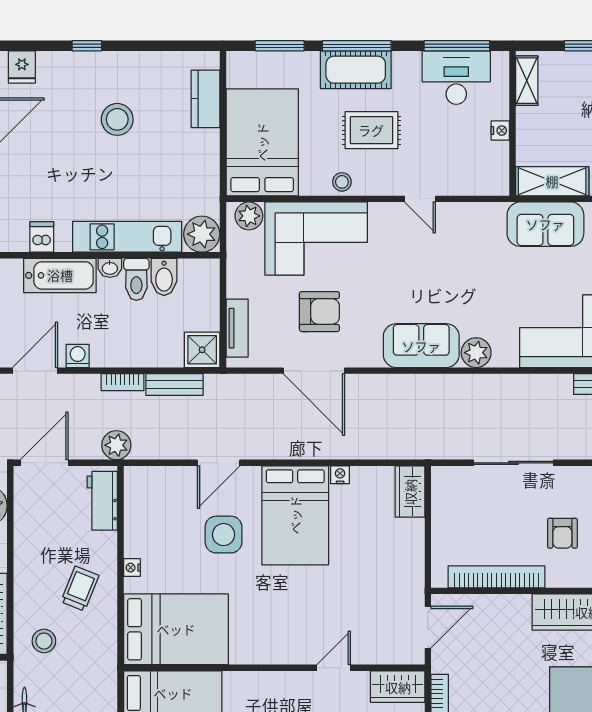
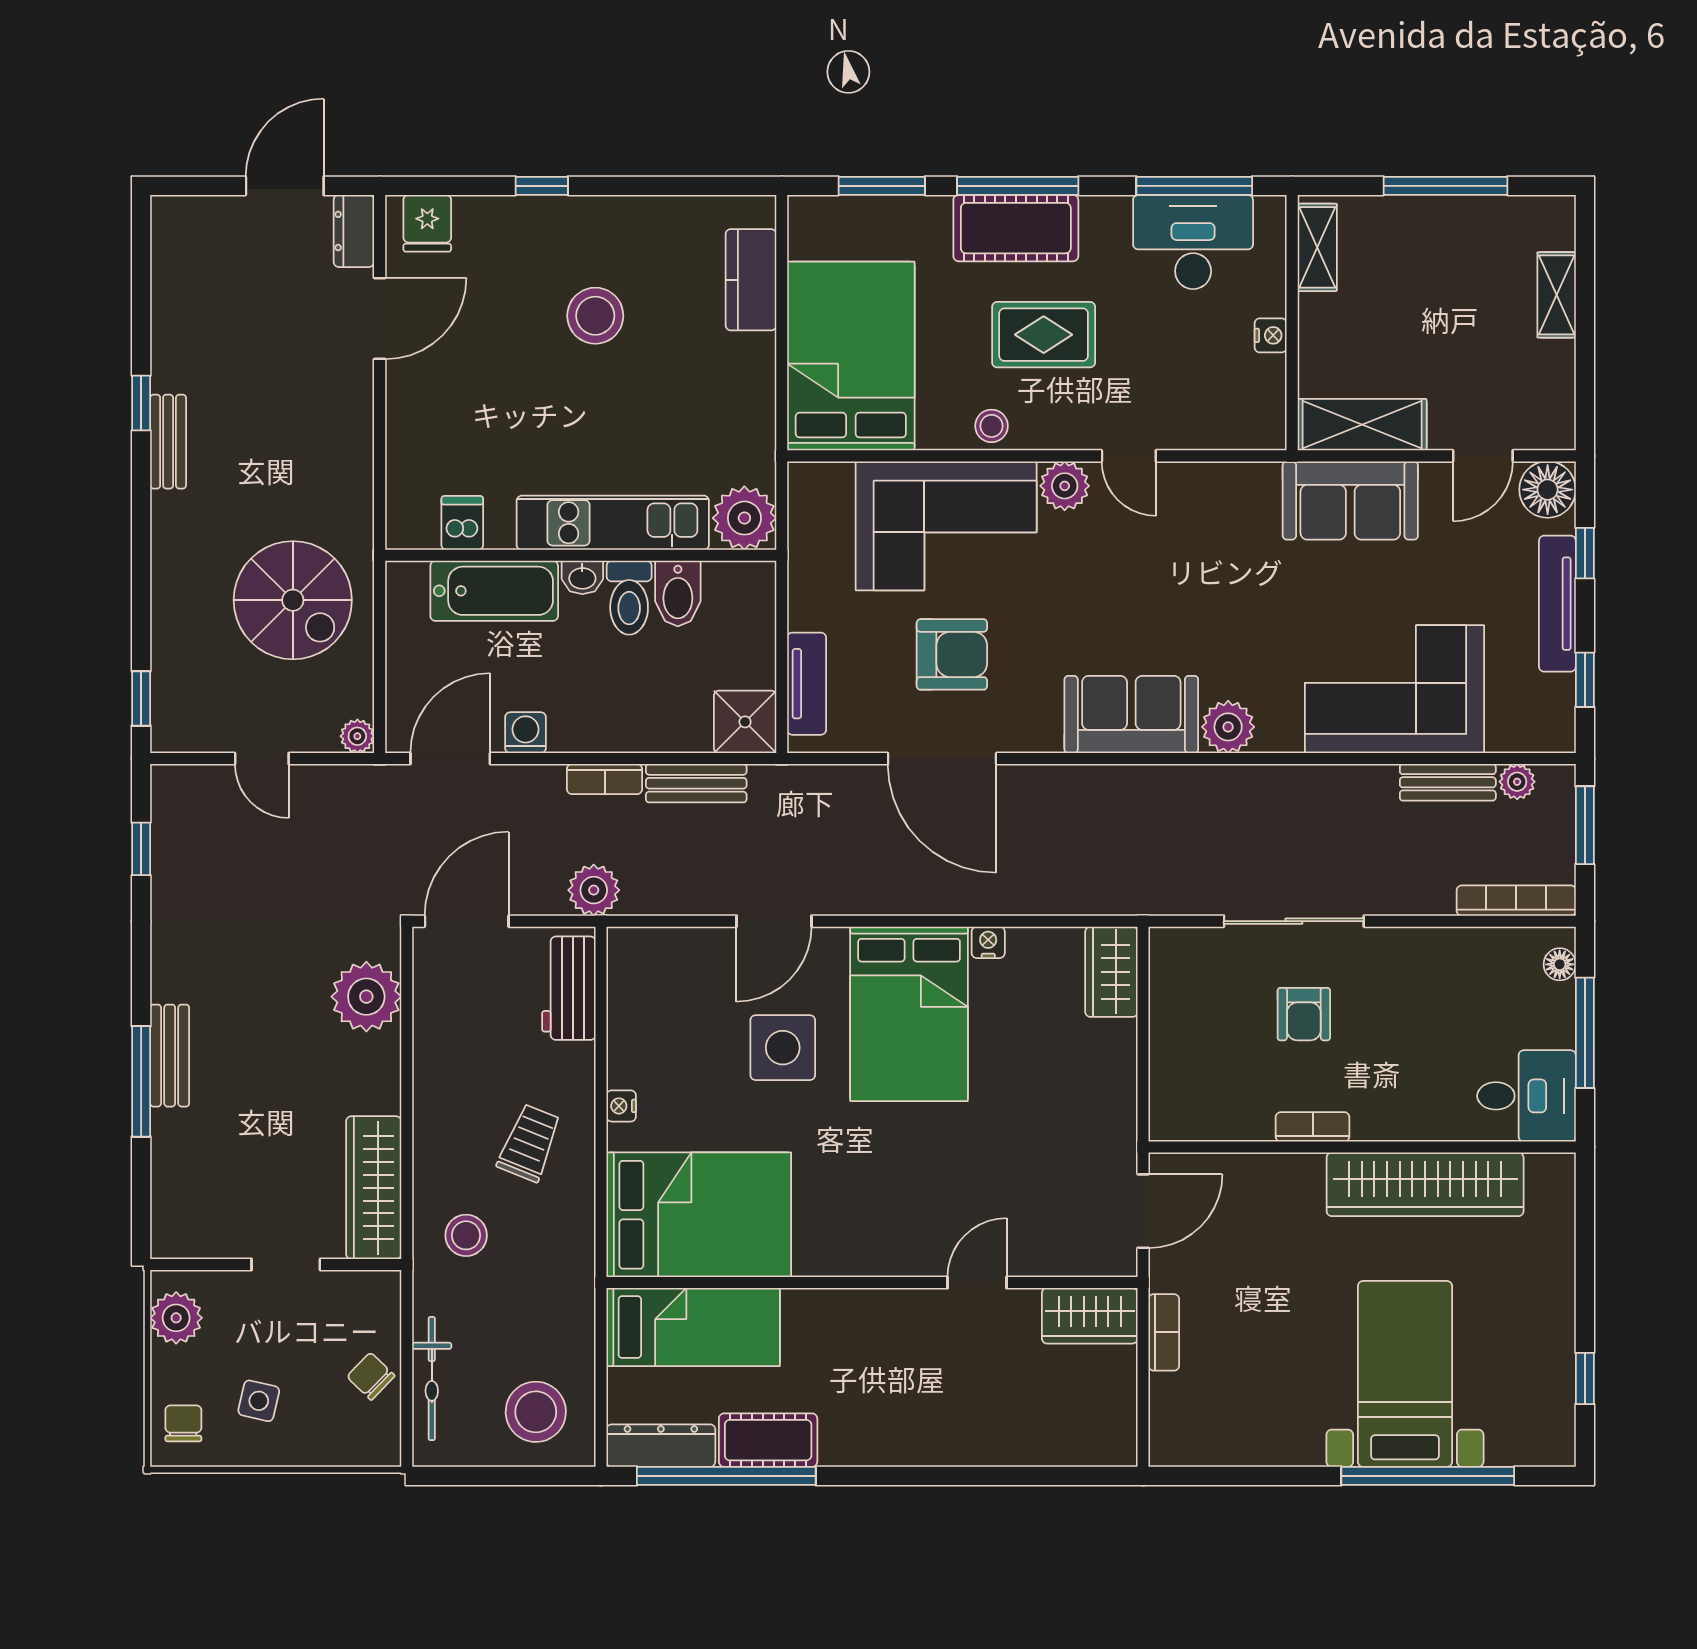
plant: (249, 216) -> (1065, 486), moved
armchair: (562, 533) -> (1304, 1014), moved
bookcase: (497, 577) -> (1313, 1127), width x0.43, depth x0.76

